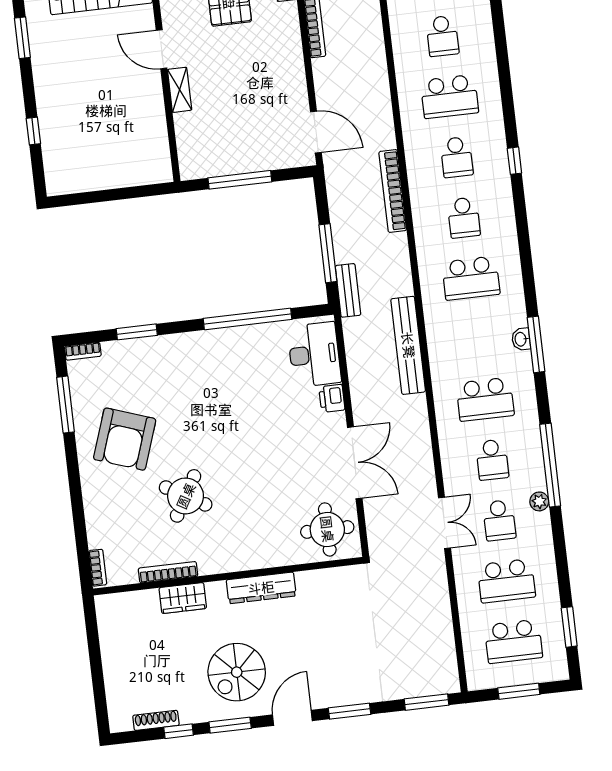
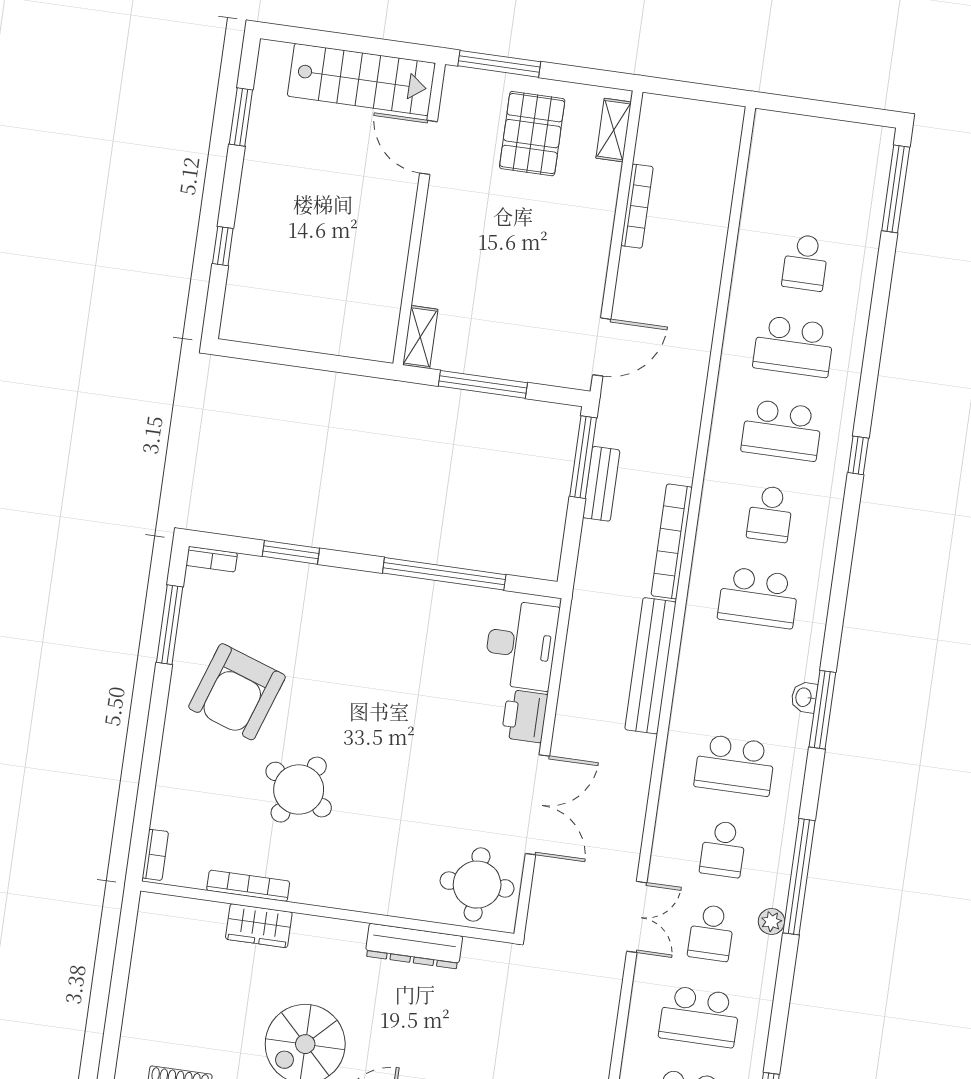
door: (162, 49) -> (428, 147), moved
shelving: (180, 90) -> (420, 337), moved
door: (316, 132) -> (602, 347), hinge flipped
school desk: (457, 157) -> (782, 430), width x1.85
bookcase: (393, 191) -> (672, 541), moved
window: (328, 253) -> (583, 457), moved
bench: (348, 290) -> (601, 484), moved
printer: (332, 398) -> (525, 716), width x1.36, depth x1.24
dresser: (261, 588) -> (414, 946), moved

